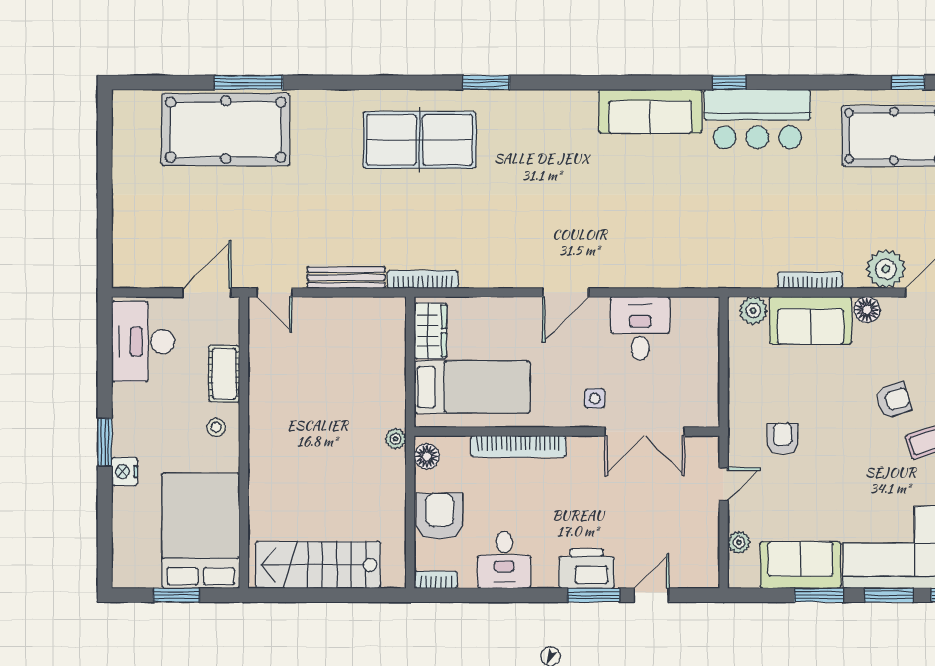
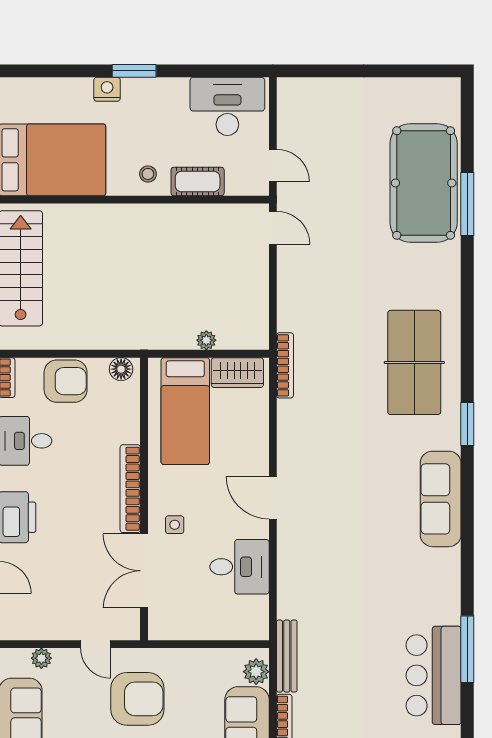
window: (729, 83) -> (467, 649), width x2.17
sofa: (650, 111) -> (441, 499), moved
bench: (346, 277) -> (287, 656), moved
door: (207, 292) -> (273, 165), width x0.73
door: (274, 292) -> (273, 228), swing flipped
plant: (396, 439) -> (206, 340), moved
armchair: (783, 439) -> (137, 699), width x1.88, depth x1.88
bookcase: (518, 446) -> (130, 489), moved

